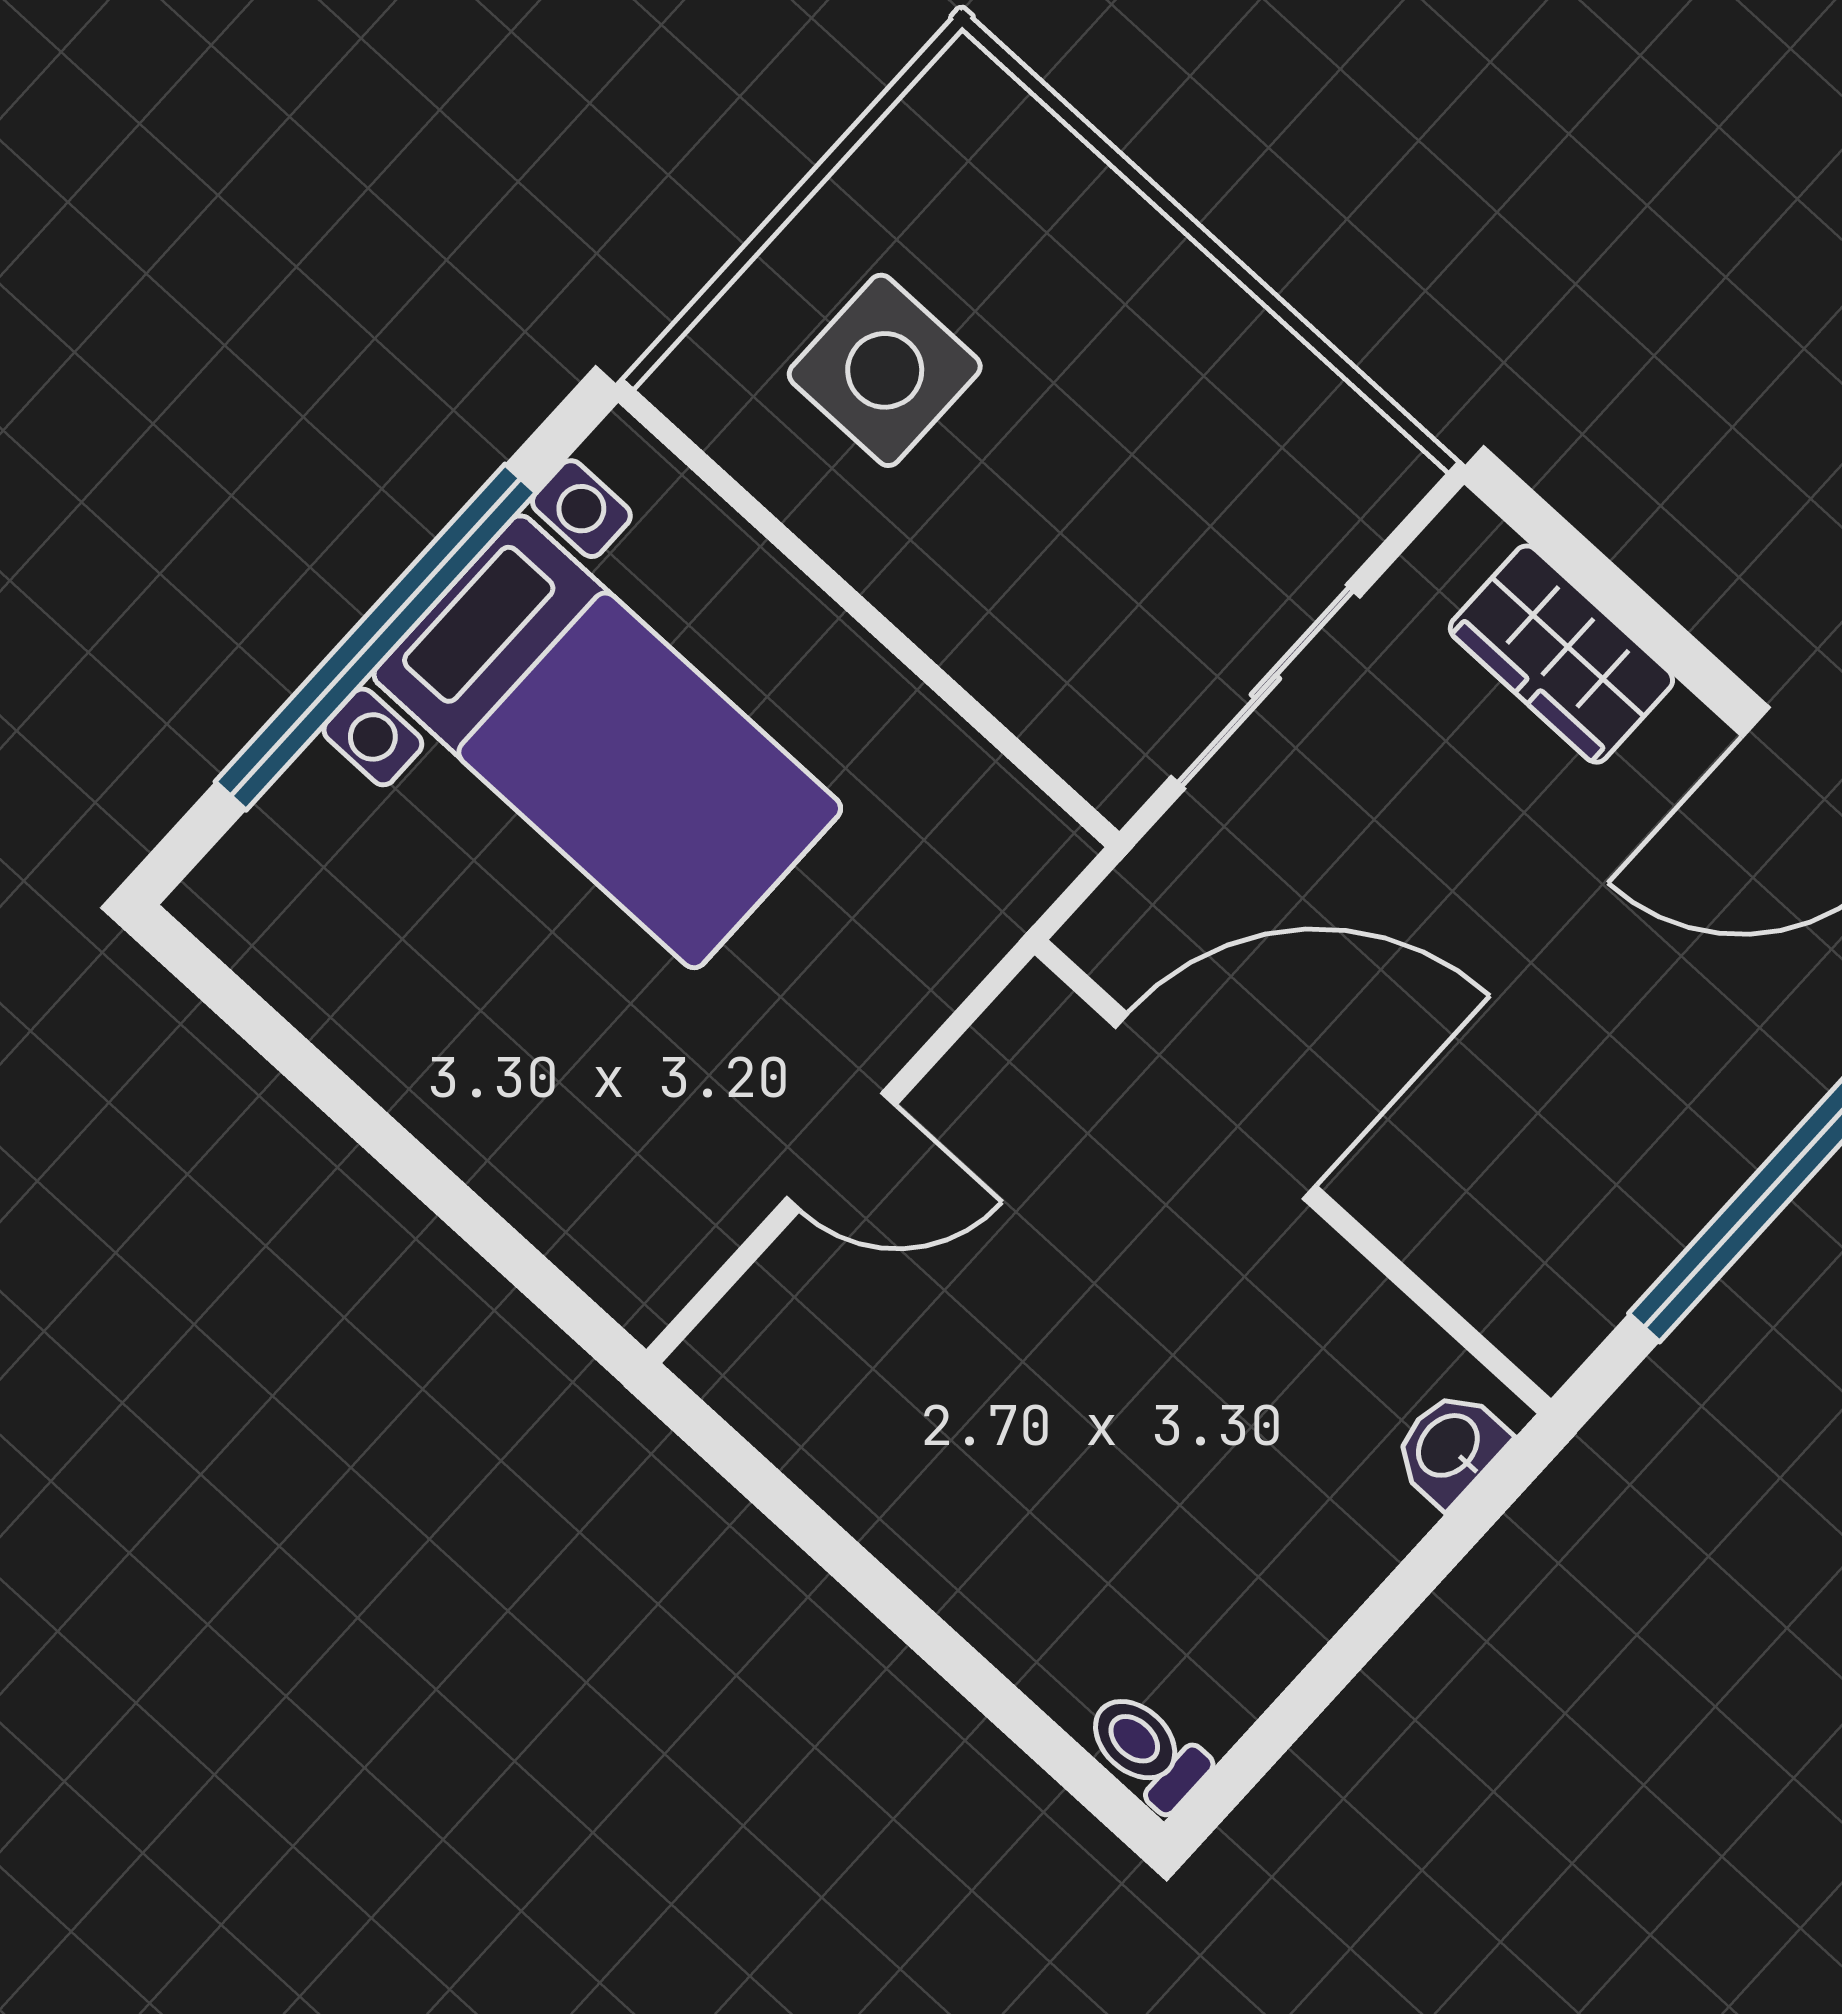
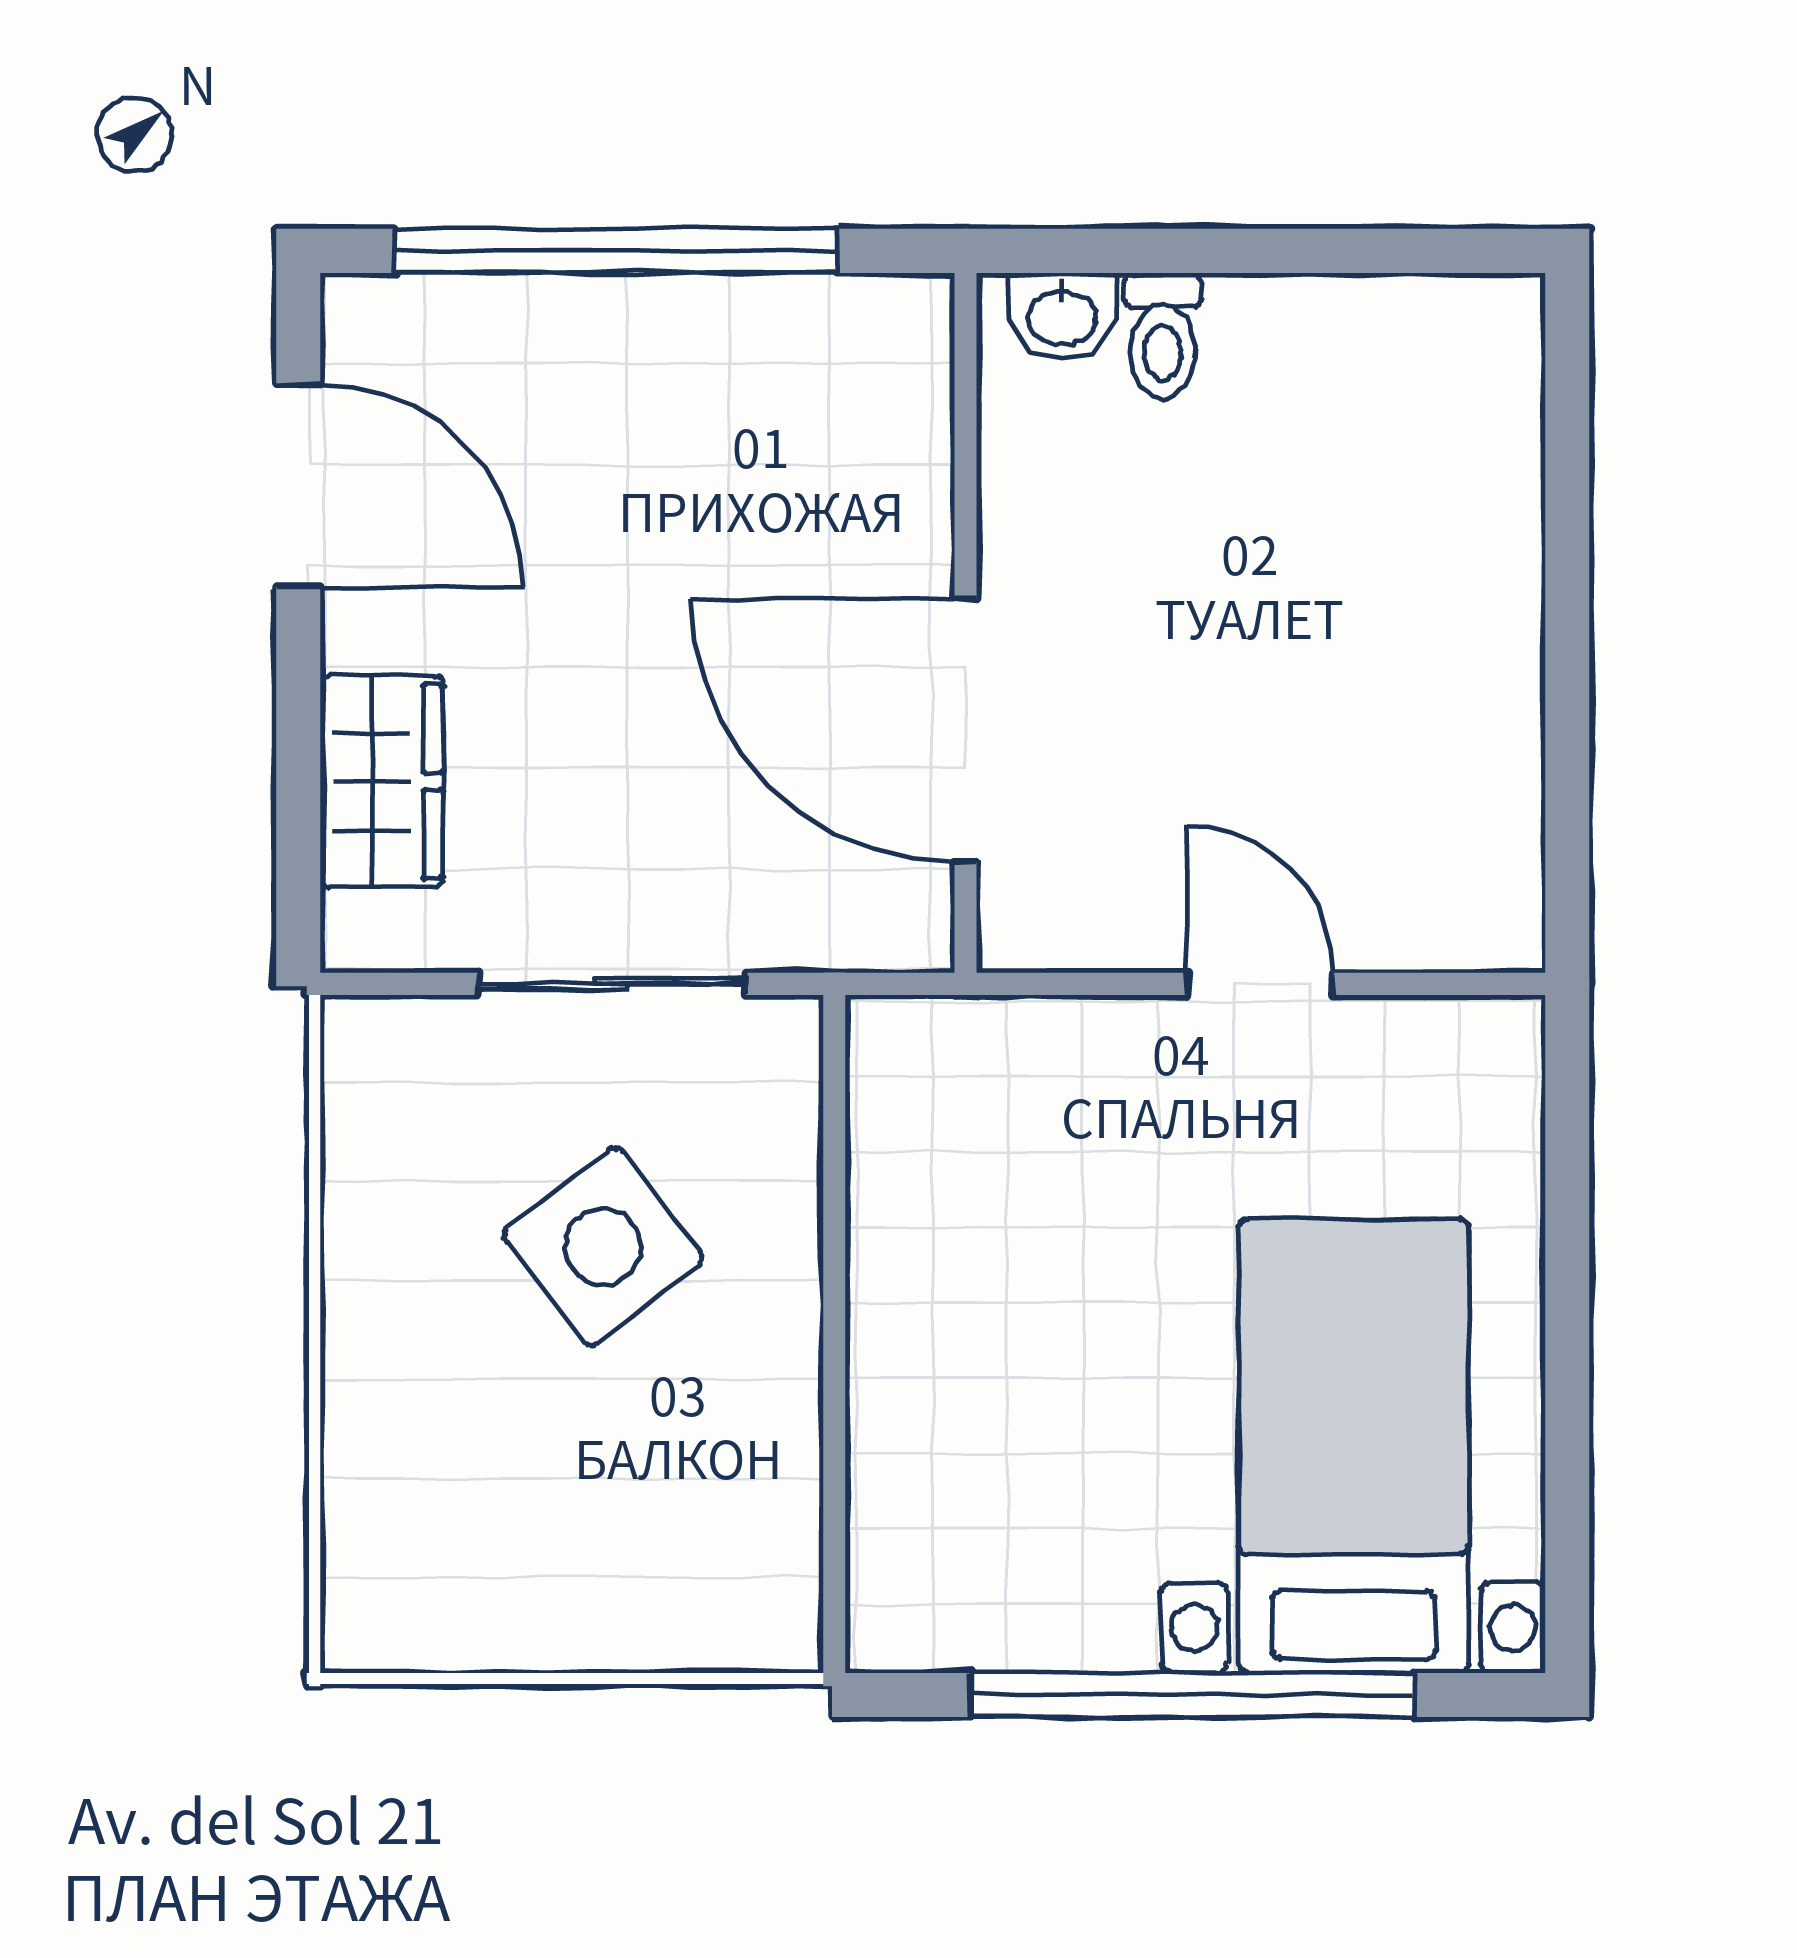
side table: (885, 370) -> (603, 1246), moved, turned -38
bed with nightstands: (607, 742) -> (1354, 1446), moved
toilet: (1147, 1750) -> (1163, 336), moved

